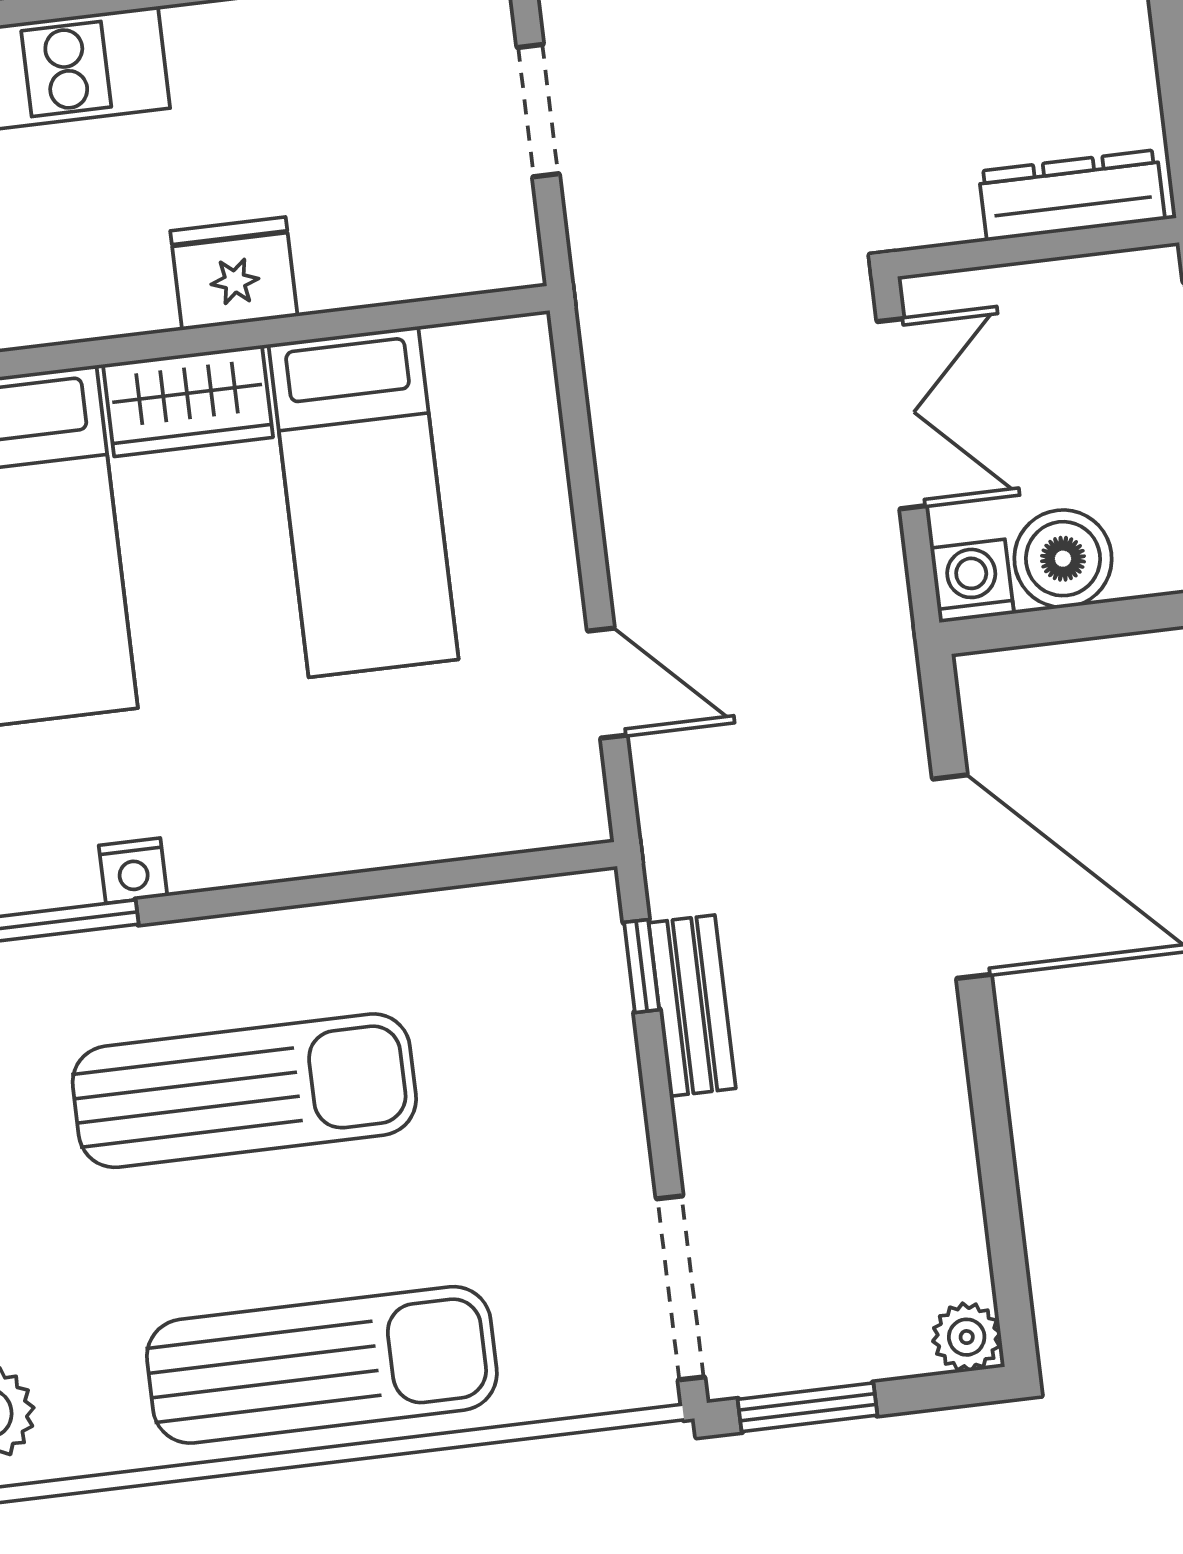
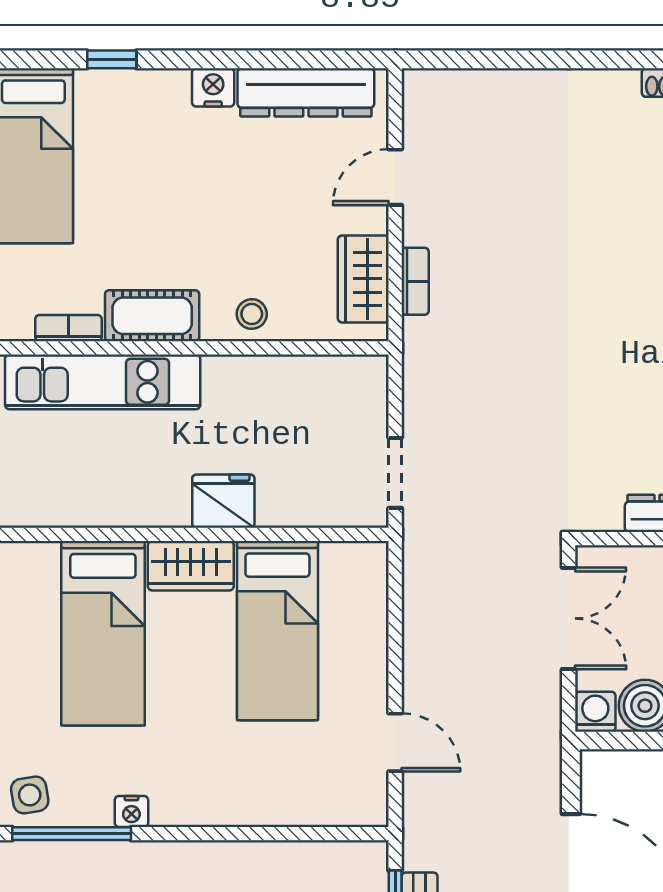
doorway: (538, 111) -> (395, 473), moved

